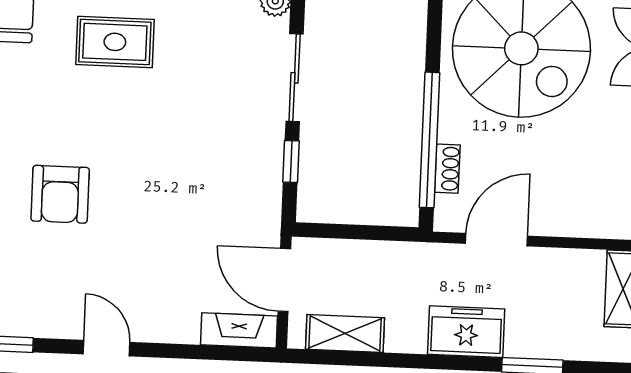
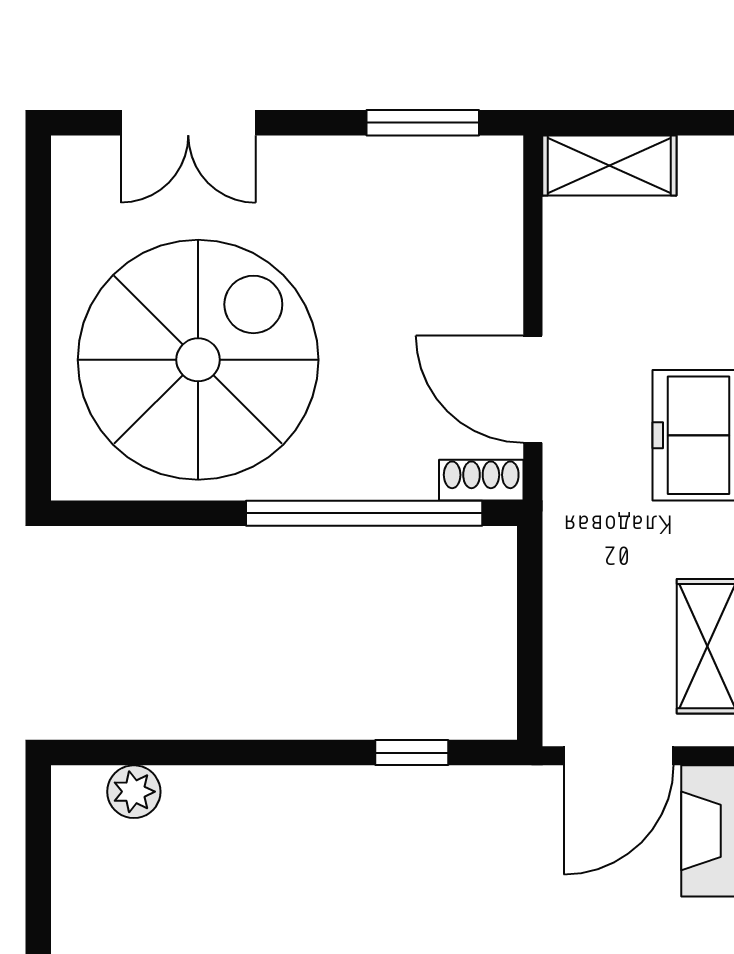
sliding door: (295, 78) -> (266, 753), removed
shoe rack: (447, 169) -> (481, 480), moved

